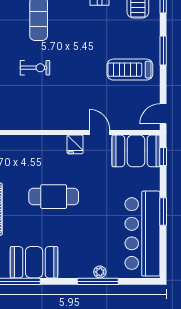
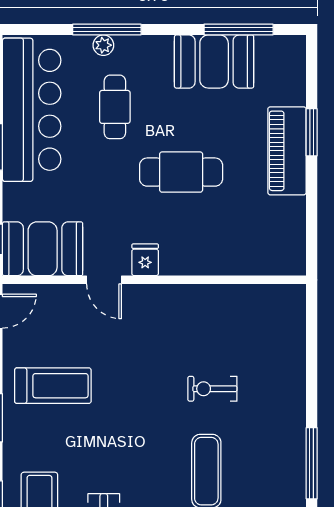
cafe table: (93, 235) -> (115, 107), added

